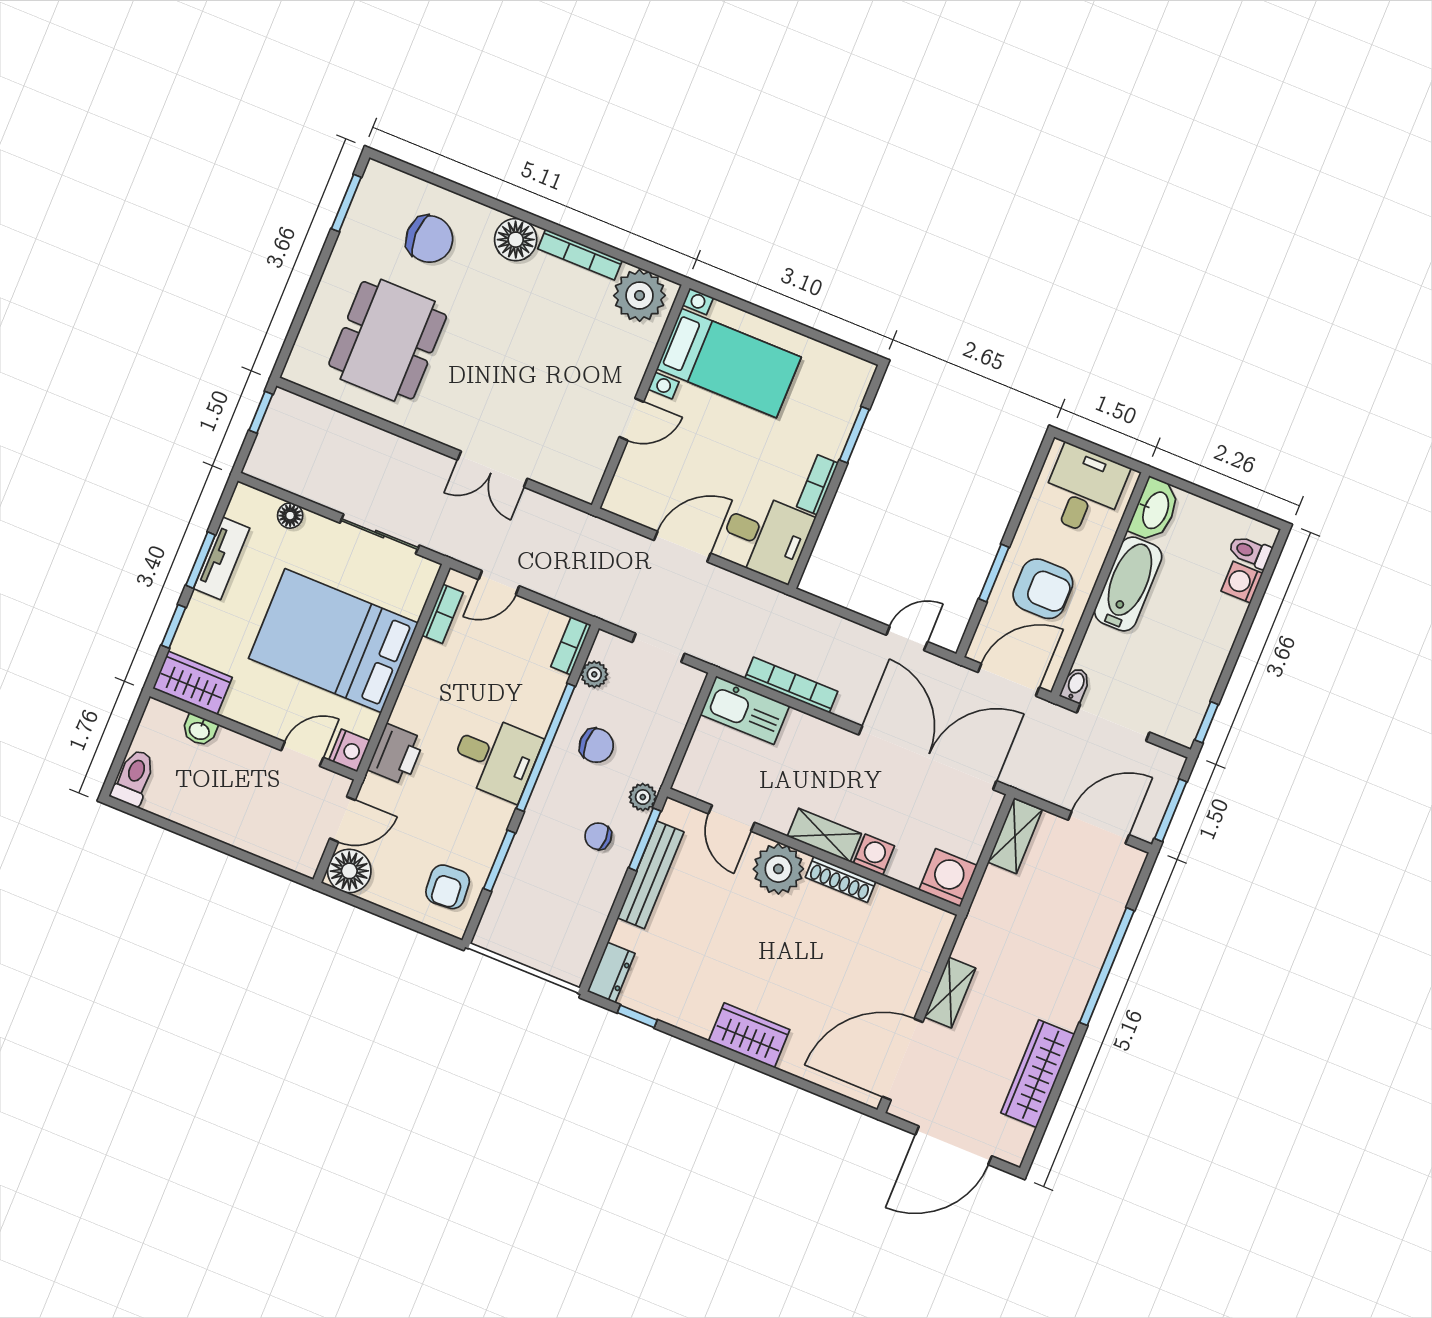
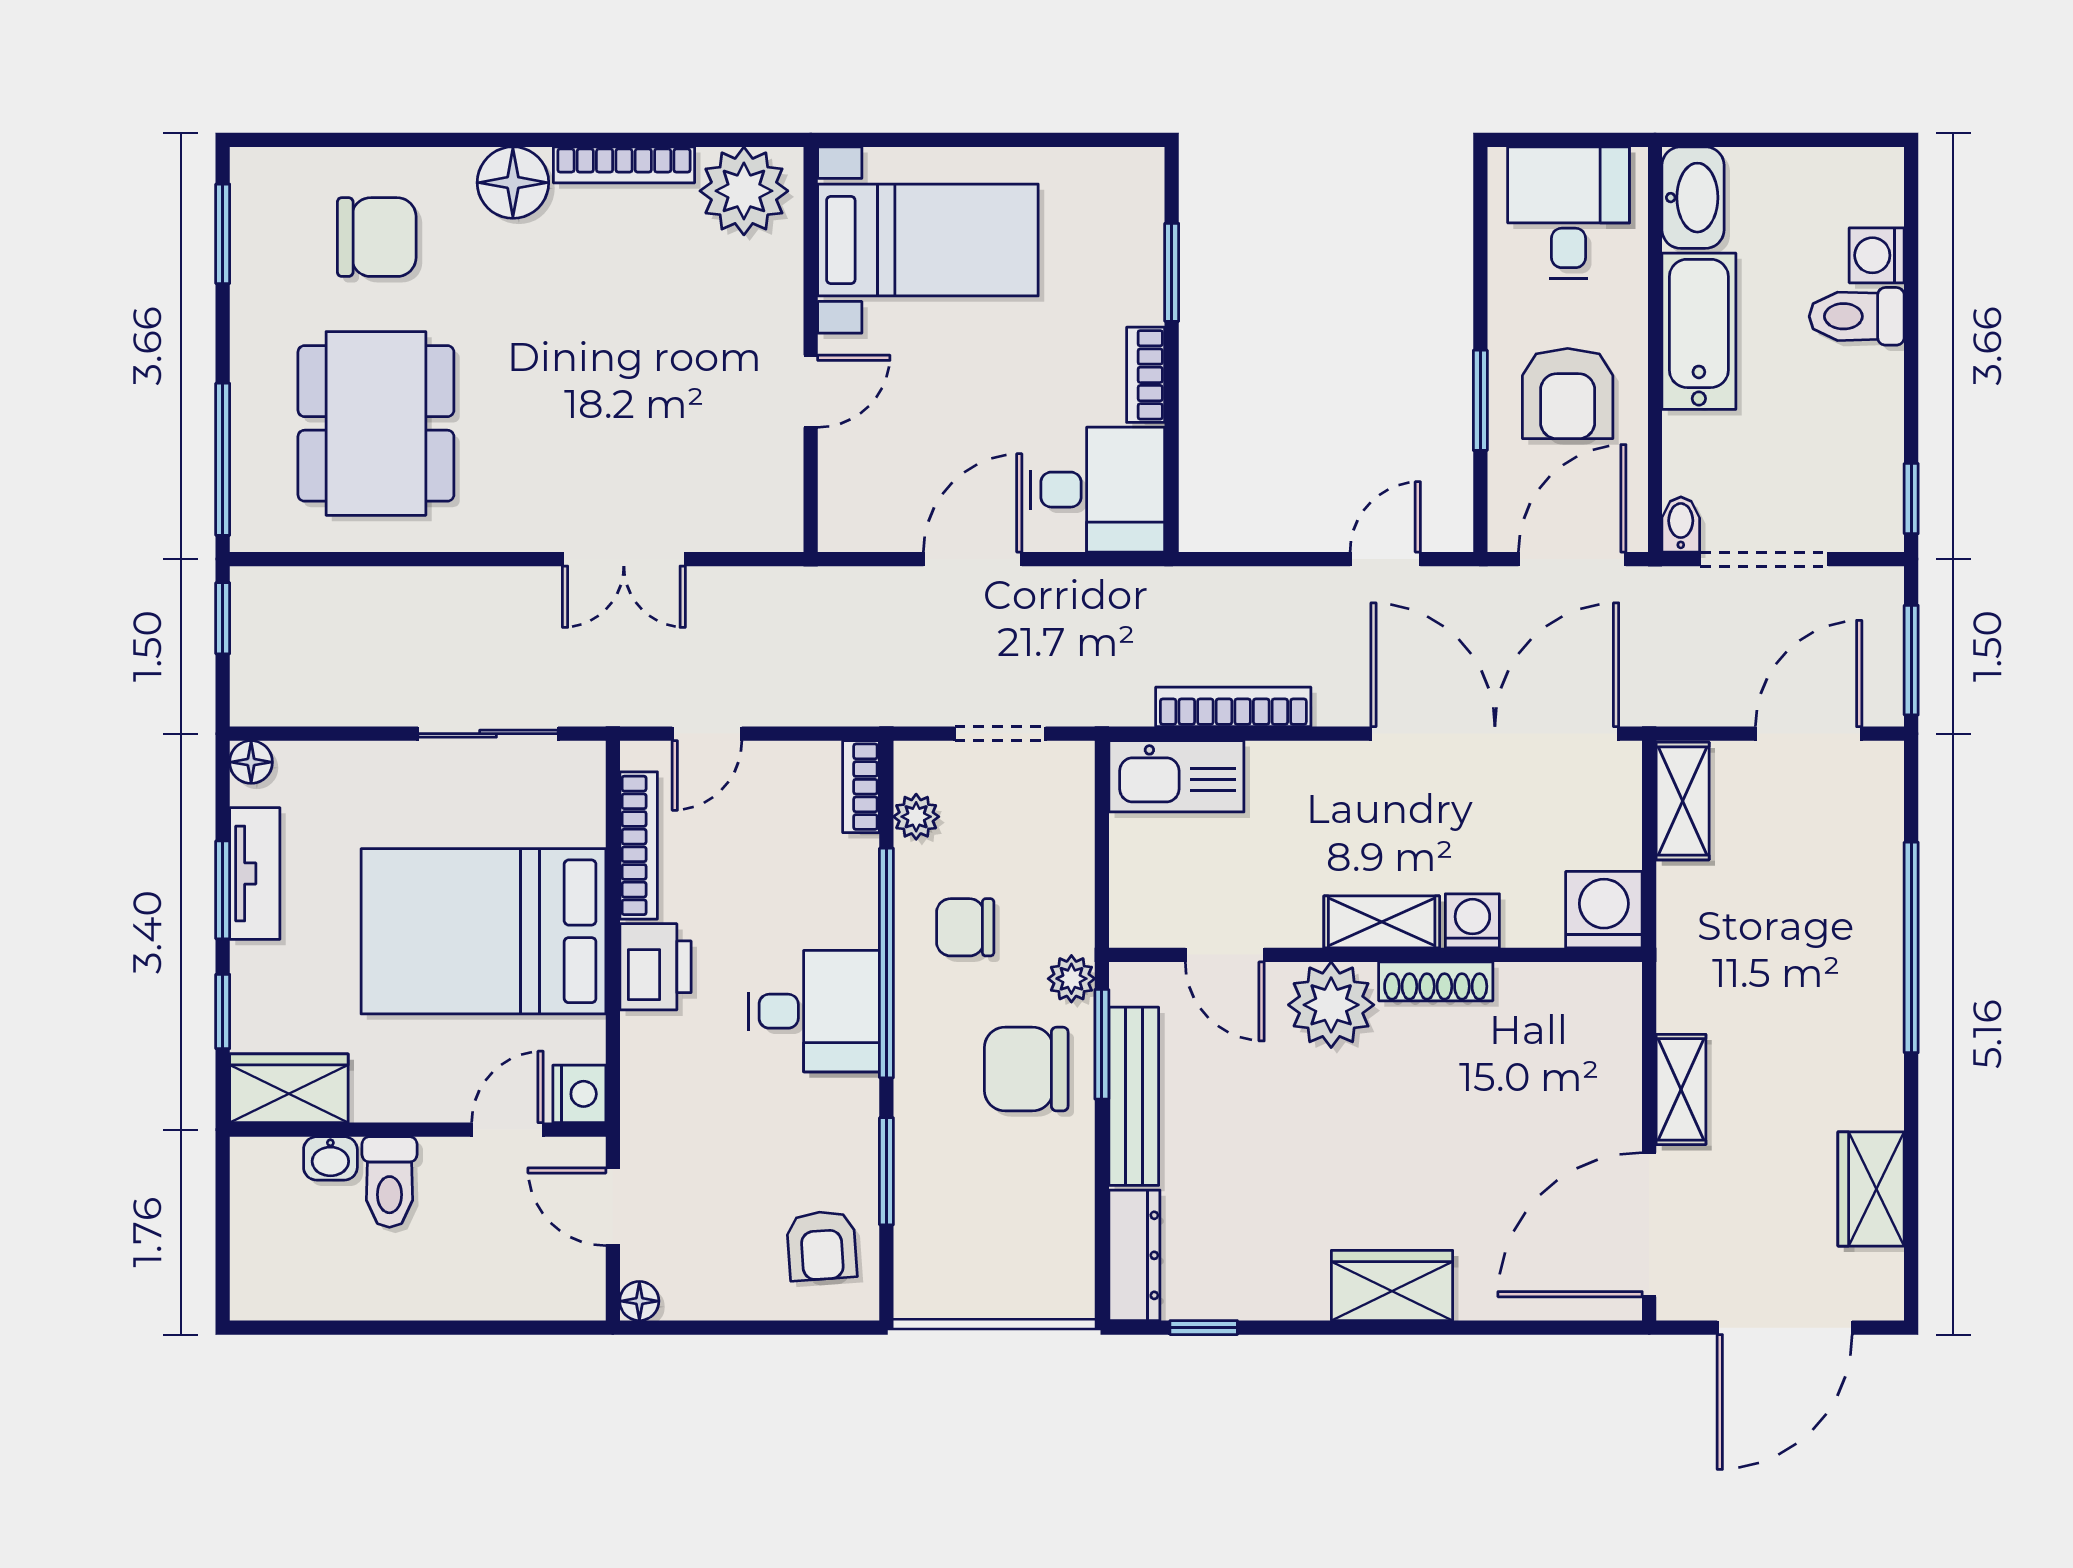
window: (296, 326) -> (223, 459), added
floor lamp: (290, 516) -> (251, 762), moved
toilet: (1250, 552) -> (1857, 316), moved, width x1.37, depth x1.39
armchair: (1043, 589) -> (1568, 394), turned 90
bookcase: (443, 614) -> (639, 845), width x1.56
chair: (596, 745) -> (965, 927), turned 180
printer: (396, 754) -> (655, 967), moved
toilet: (134, 778) -> (389, 1182), moved, turned 180
door: (342, 819) -> (613, 1207), swing flipped
chair: (598, 836) -> (1026, 1069), width x1.87, depth x1.87
floor lamp: (349, 871) -> (639, 1301), width x0.53, depth x0.53
dresser: (611, 972) -> (1134, 1255), width x1.44
wardrobe: (1038, 1074) -> (1871, 1189), width x0.67

